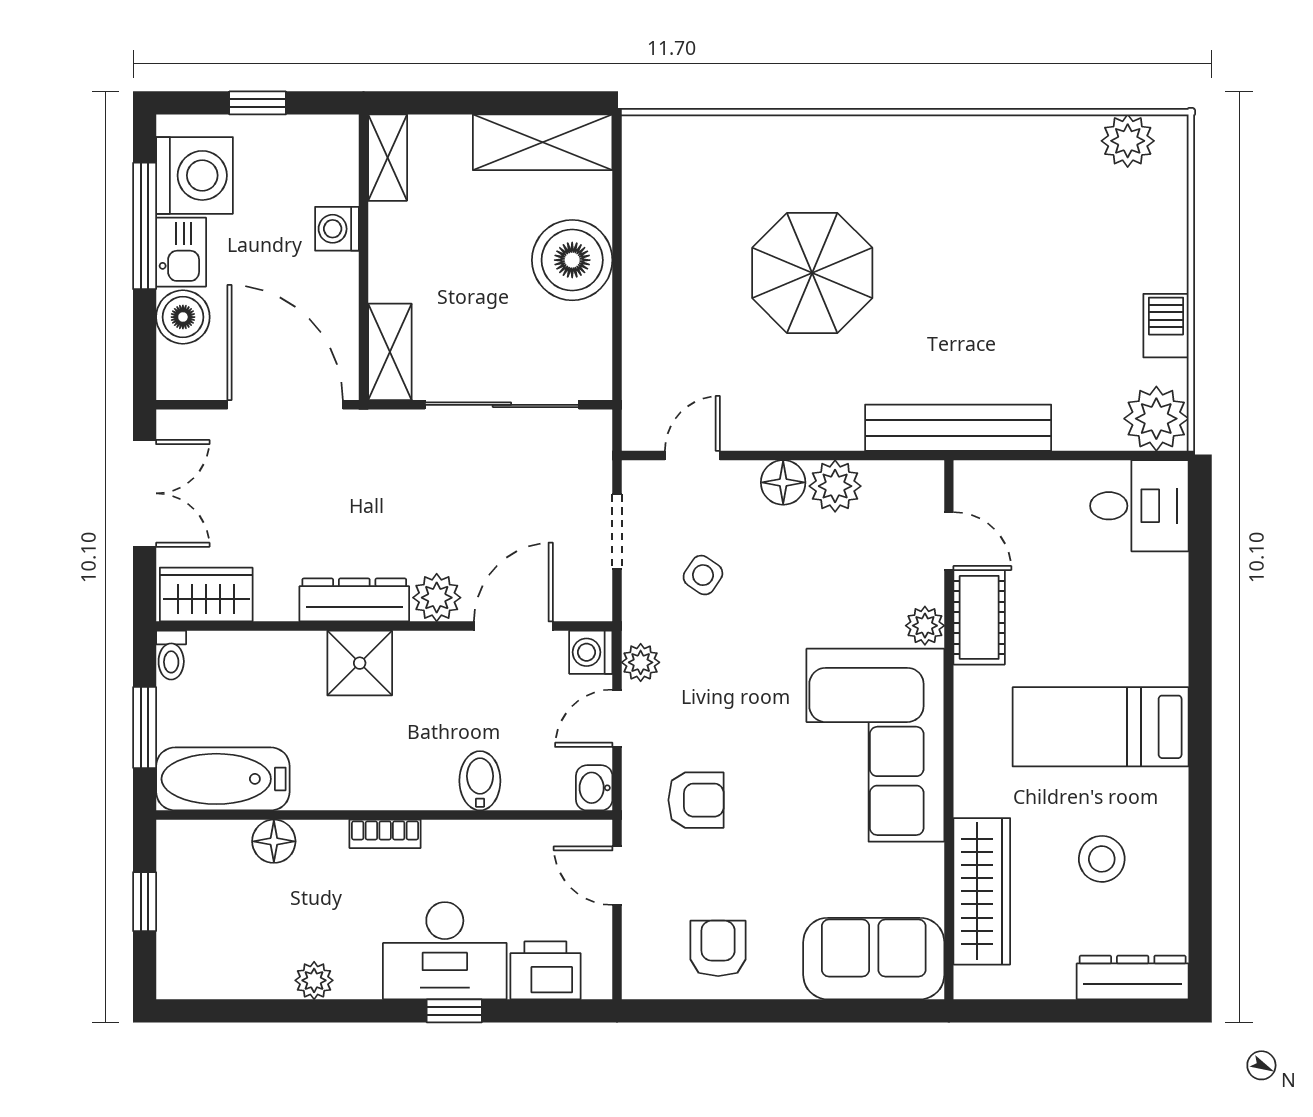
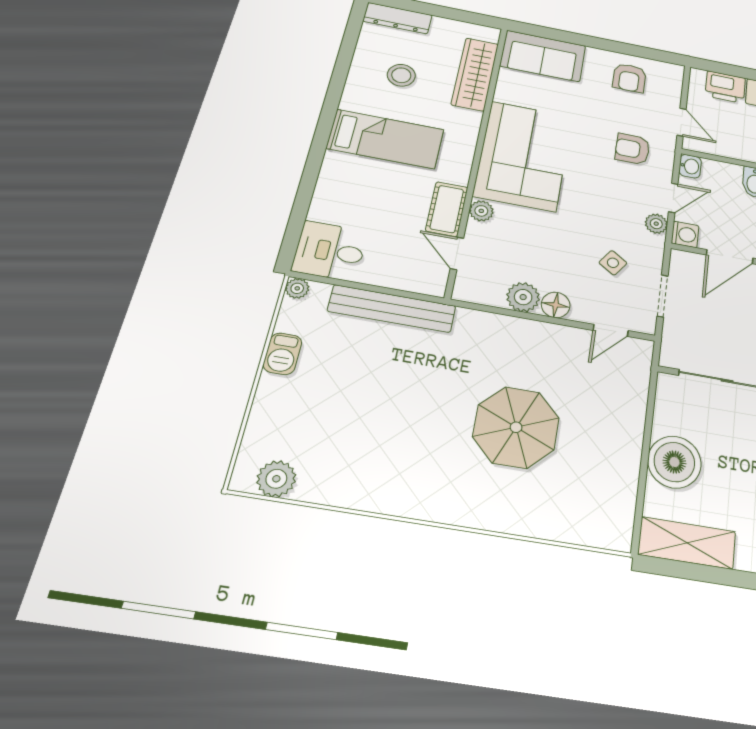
plant: (1156, 419) -> (297, 288), width x0.53, depth x0.53
bench: (958, 428) -> (392, 309), moved

